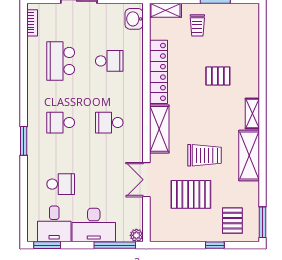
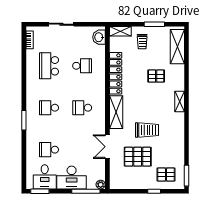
shelving: (249, 155) -> (177, 47), moved
school desk: (61, 184) -> (49, 150), turned 180
pallet: (232, 221) -> (166, 175), turned 90

